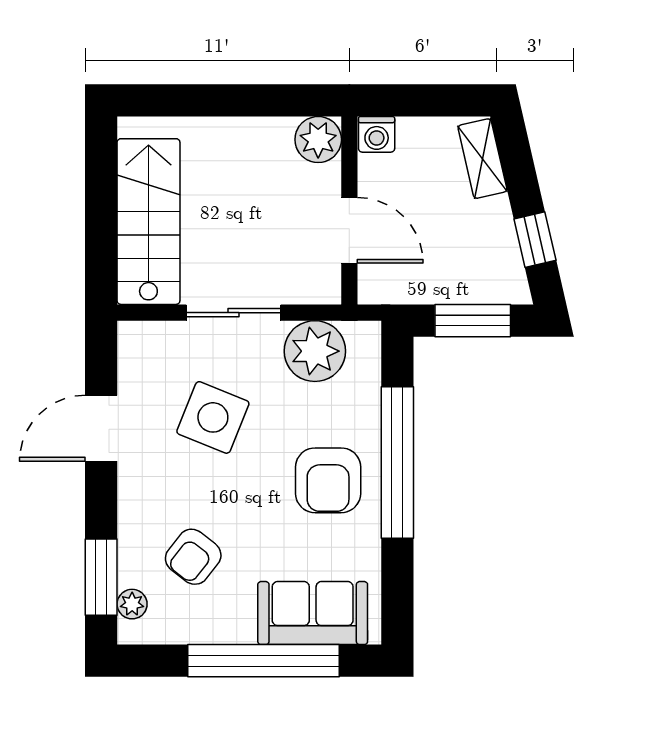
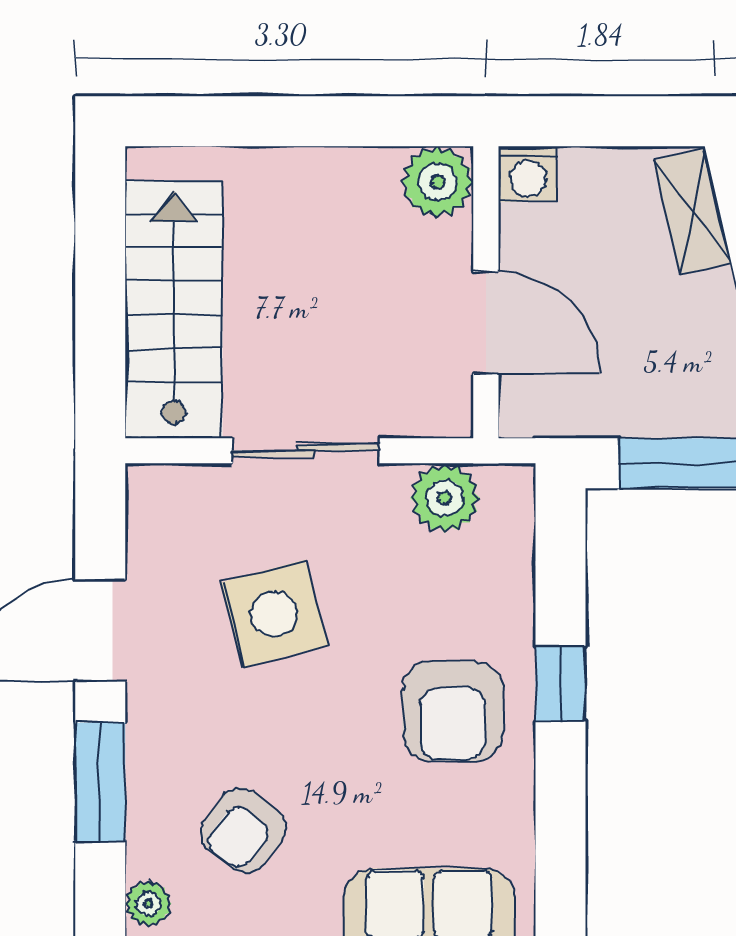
plant: (315, 351) -> (445, 498), width x0.73, depth x0.73
side table: (213, 417) -> (274, 614), turned -37
window: (397, 462) -> (560, 684), width x0.32
window: (101, 577) -> (100, 782), moved

